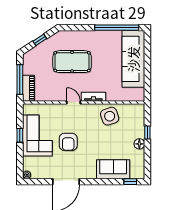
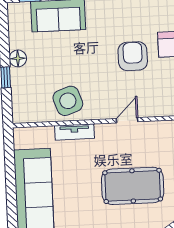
tv unit: (93, 97) -> (74, 132), moved
door: (73, 102) -> (127, 120), swing flipped

